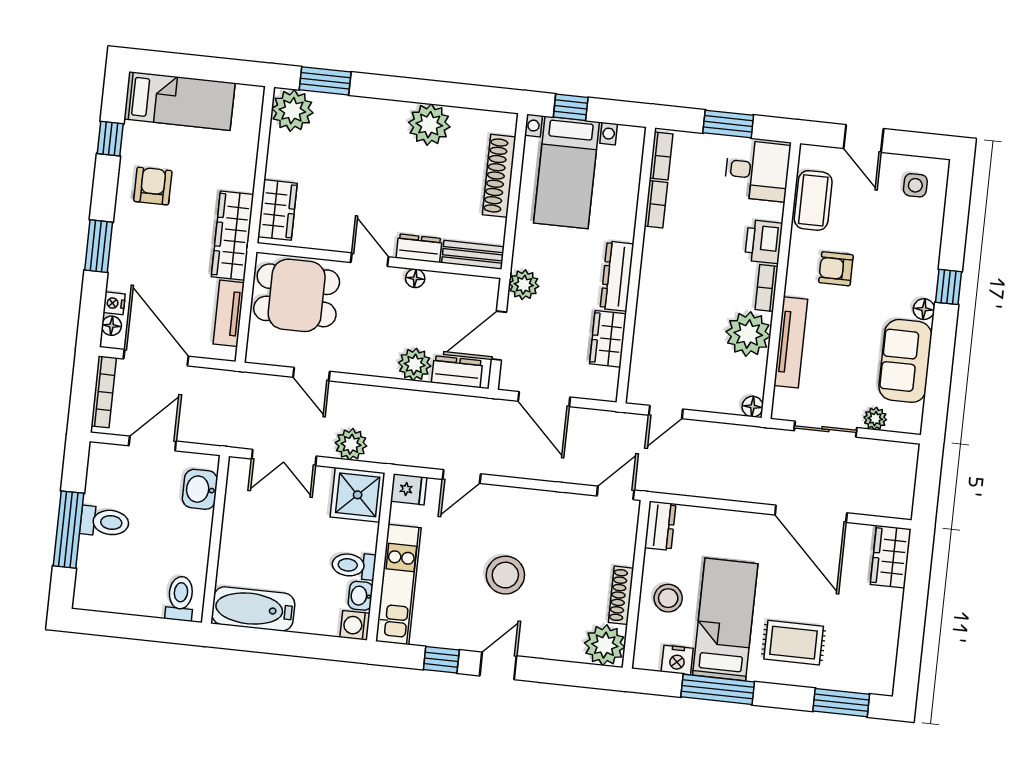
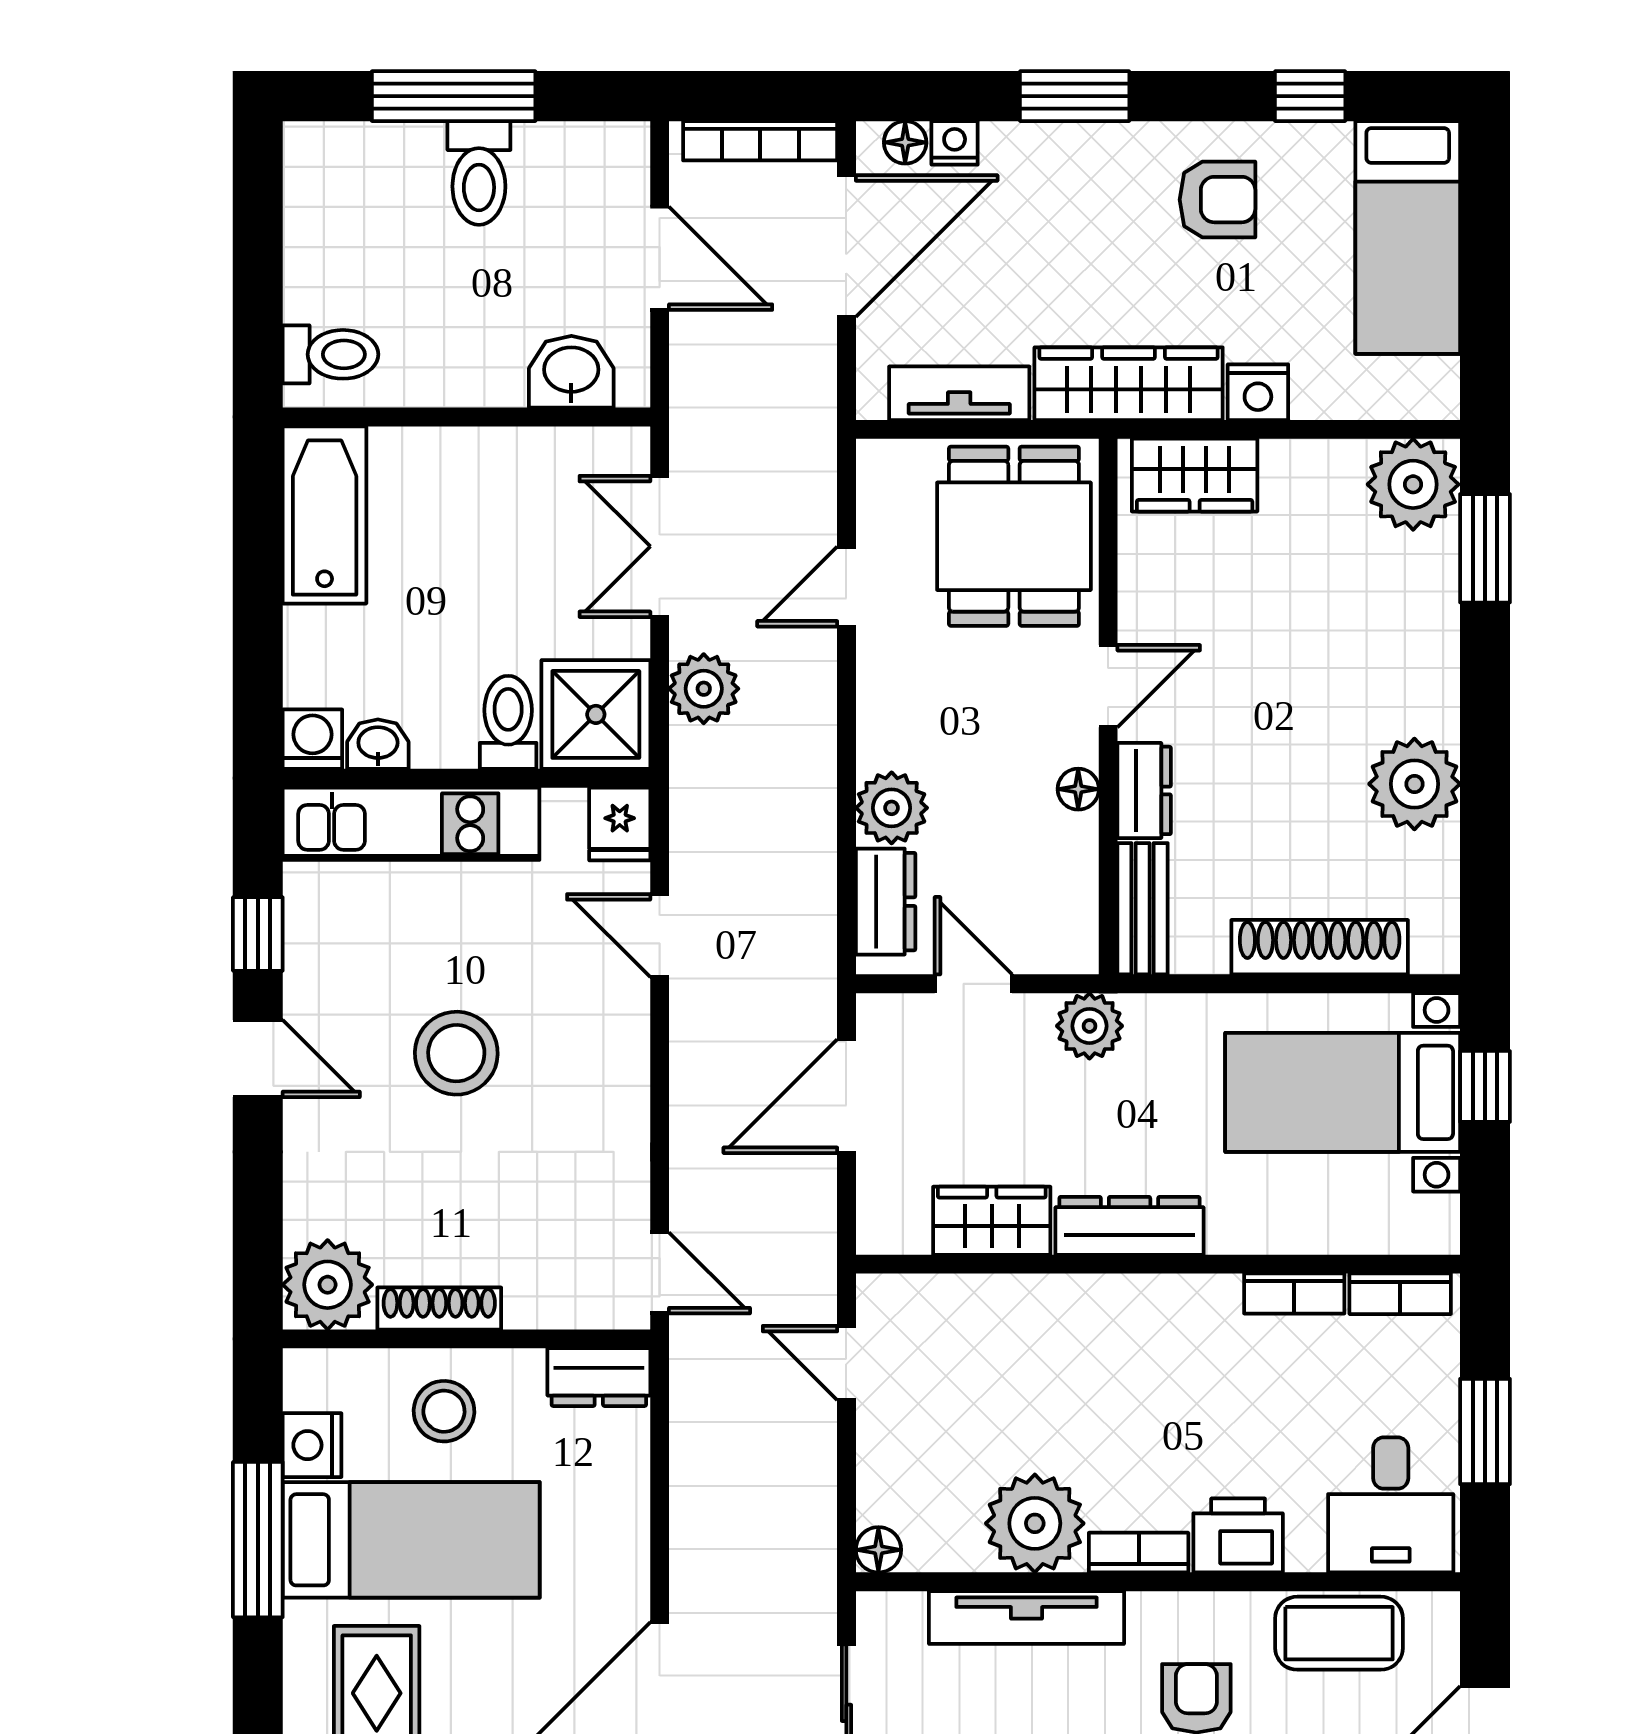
nightstand: (243, 177) -> (1258, 392), added
door: (499, 336) -> (973, 984), width x0.73
toilet: (354, 566) -> (508, 722), moved

